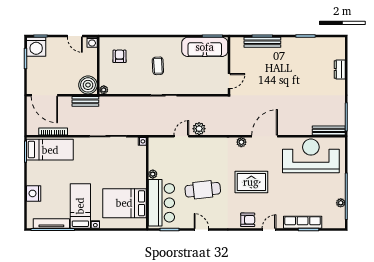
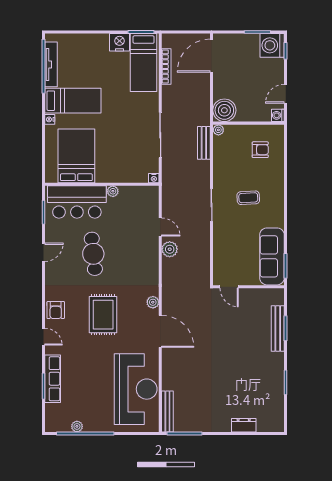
bench: (85, 101) -> (204, 143), moved
nightstand: (34, 193) -> (119, 42), moved

